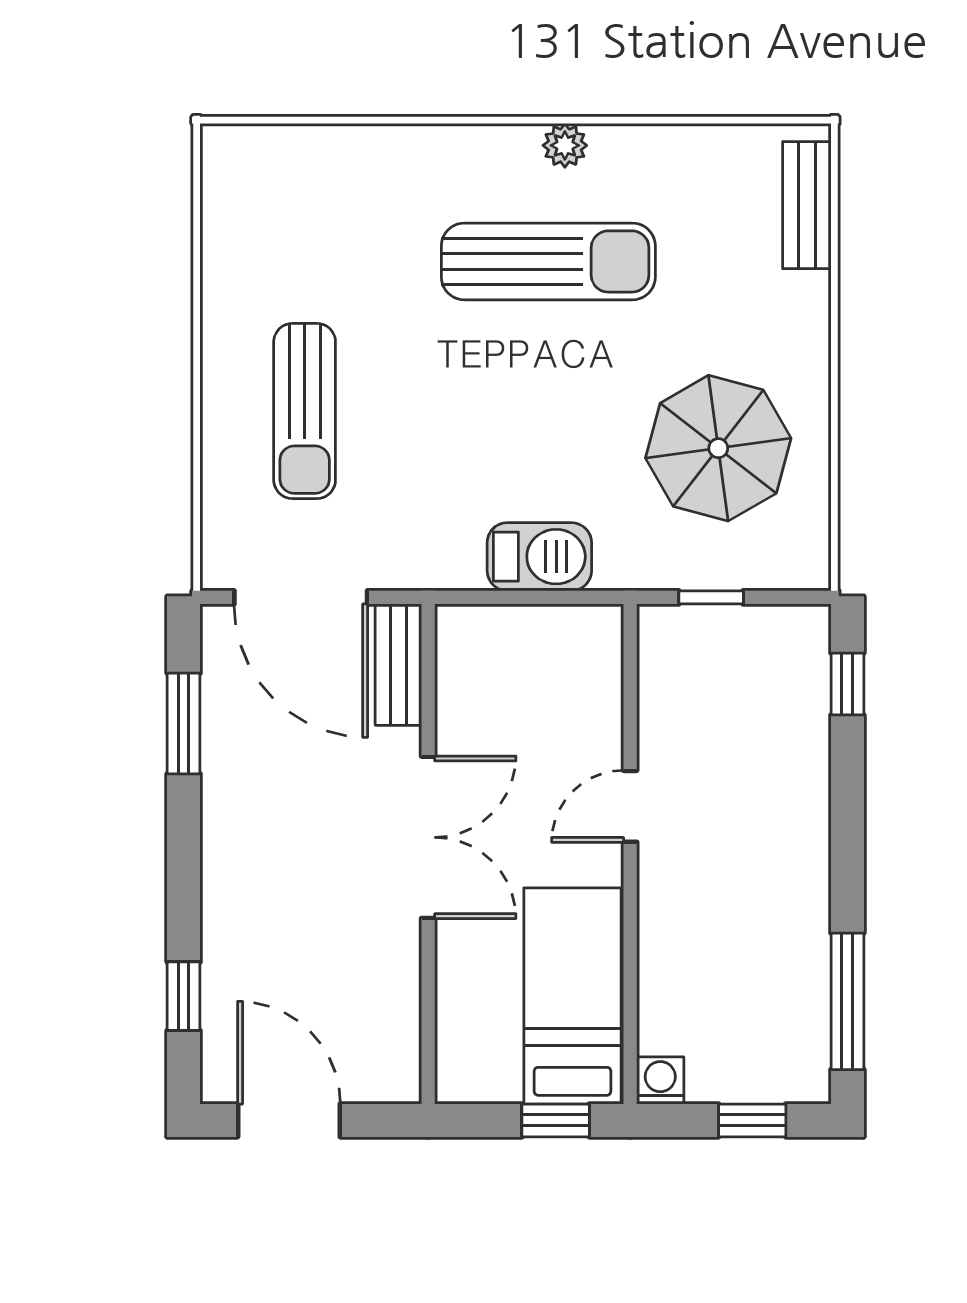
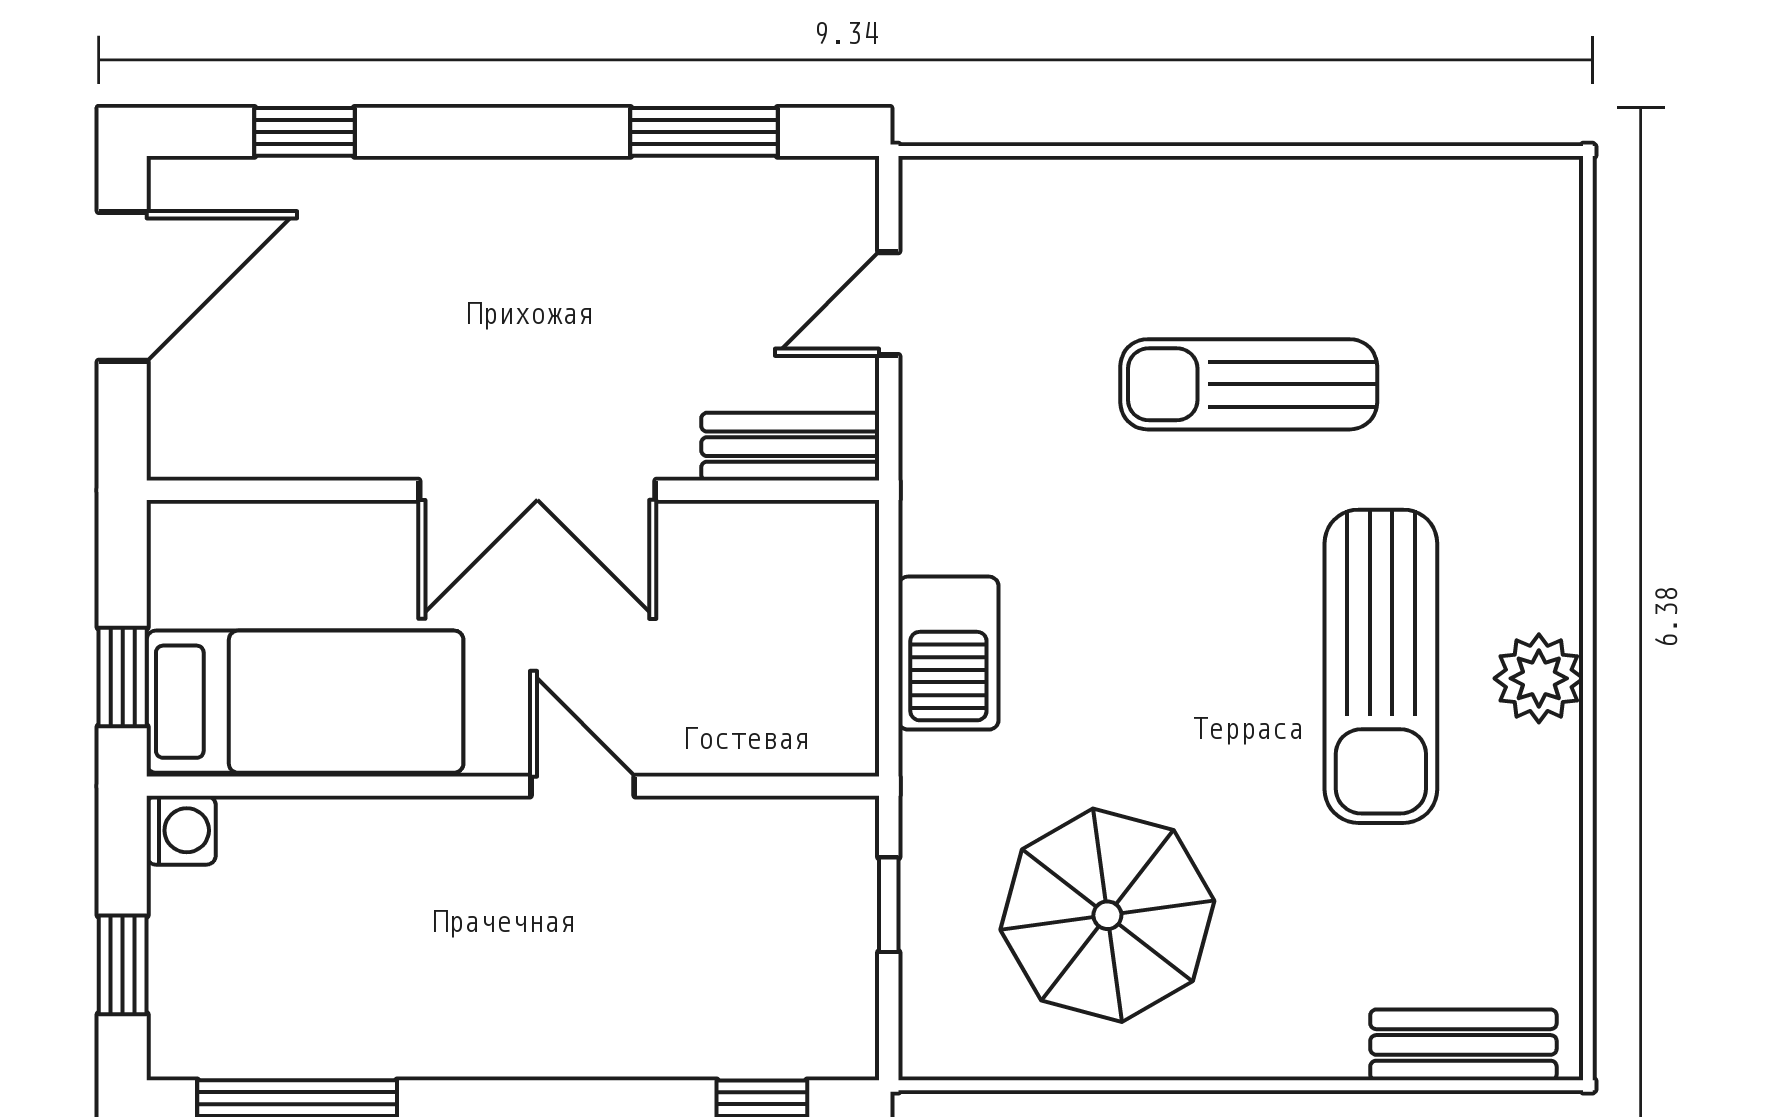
plant: (565, 145) -> (1539, 678), width x1.38, depth x1.38
sun lounger: (305, 411) -> (1249, 384), moved
door: (301, 597) -> (889, 304), width x0.53

